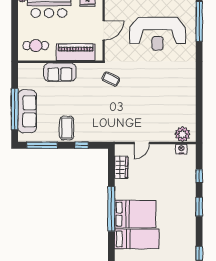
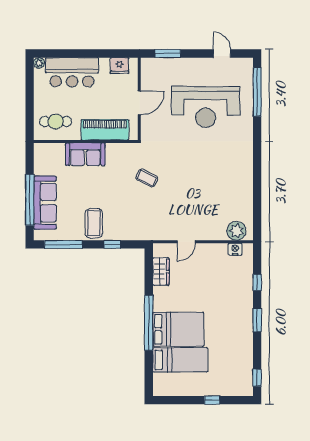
coffee table: (111, 79) -> (147, 178), moved

